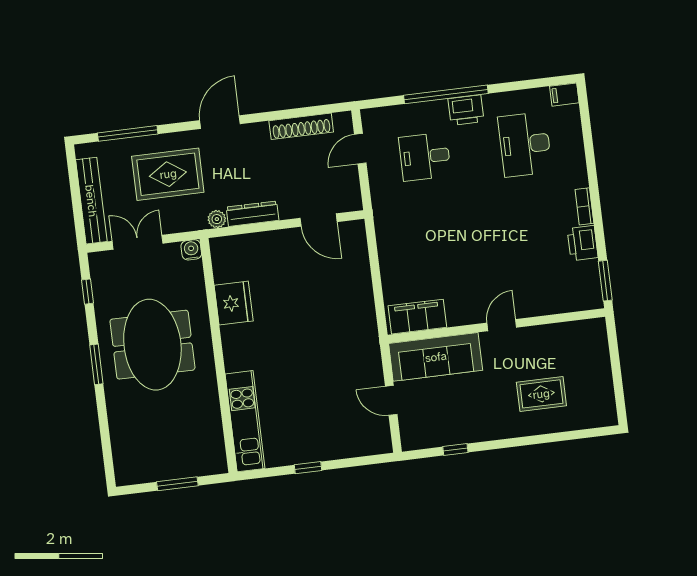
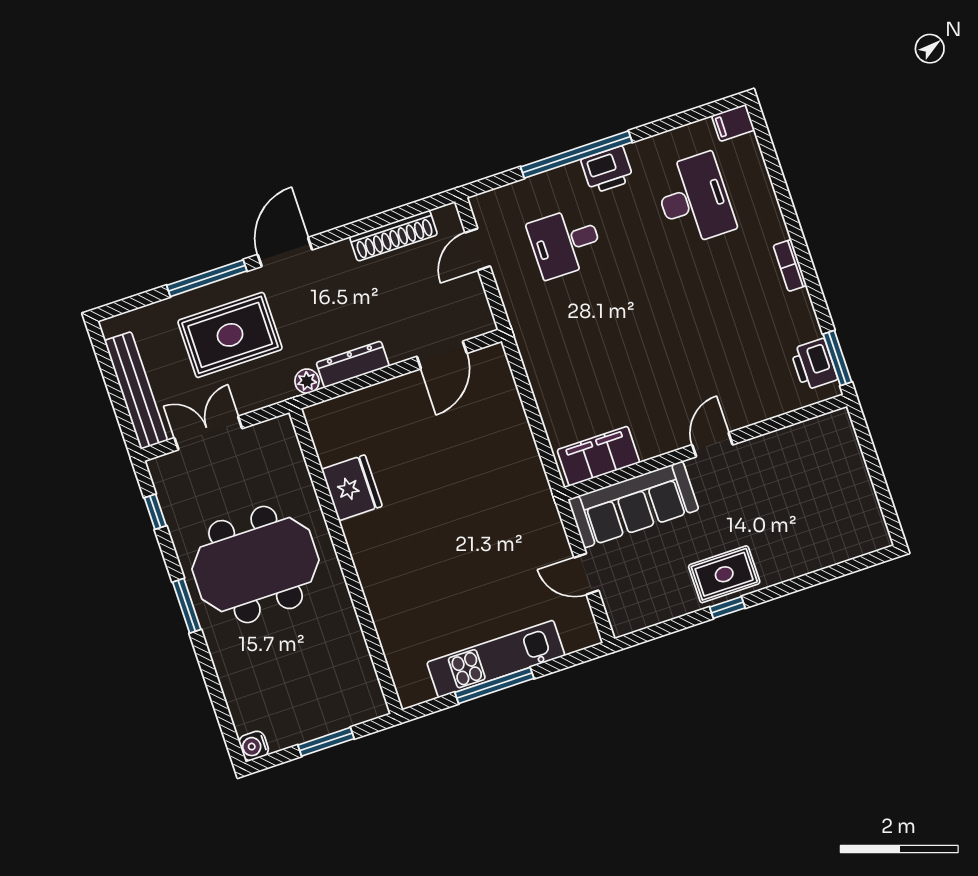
window: (128, 133) -> (207, 278), moved
desk: (525, 144) -> (694, 199), turned 180
door: (319, 220) -> (442, 355), hinge flipped
printer: (583, 243) -> (814, 364), moved
water cooler: (191, 250) -> (254, 746), moved, turned -90
meeting table: (152, 345) -> (256, 565), turned 90
rug: (541, 394) -> (724, 574), moved
kitchen unit: (245, 421) -> (496, 659), moved, turned -90
window: (455, 450) -> (727, 608), moved
window: (308, 468) -> (494, 685), width x2.17

